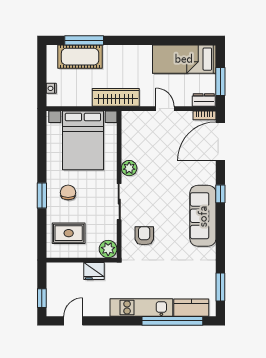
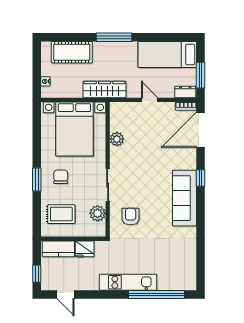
window: (84, 40) -> (114, 37), moved
plant: (129, 168) -> (117, 139), moved
plant: (108, 249) -> (98, 213), moved
window: (220, 287) -> (200, 263), removed
kitchen counter: (191, 308) -> (58, 249), moved, turned 180
door: (73, 321) -> (66, 294), swing flipped

